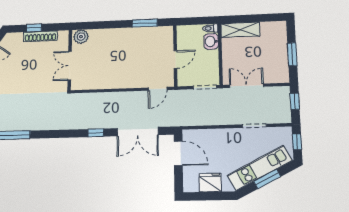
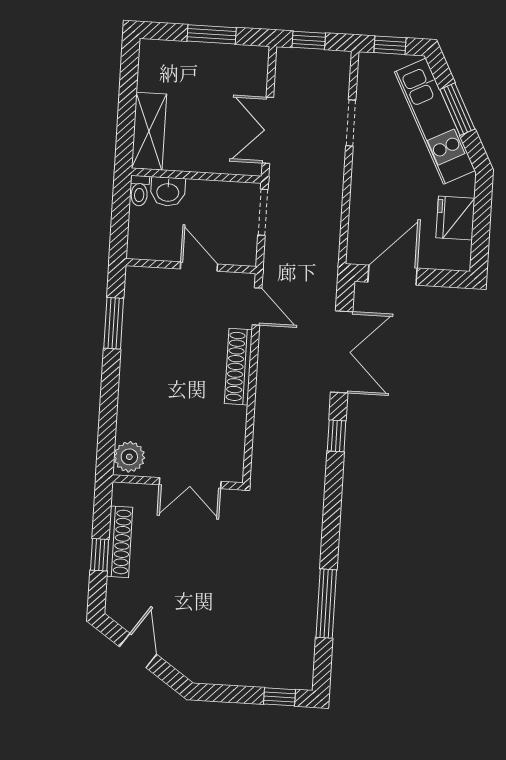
shoe rack: (127, 83) -> (238, 367), added

